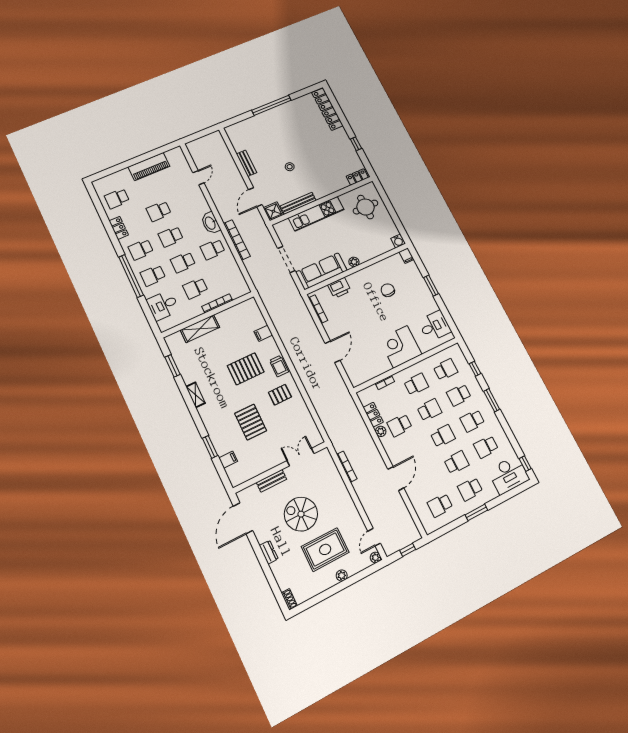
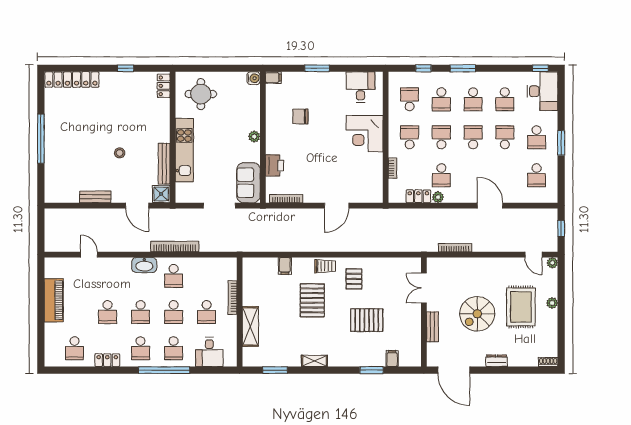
sofa: (321, 271) -> (248, 183), width x0.73
door: (332, 352) -> (337, 206), swing flipped

